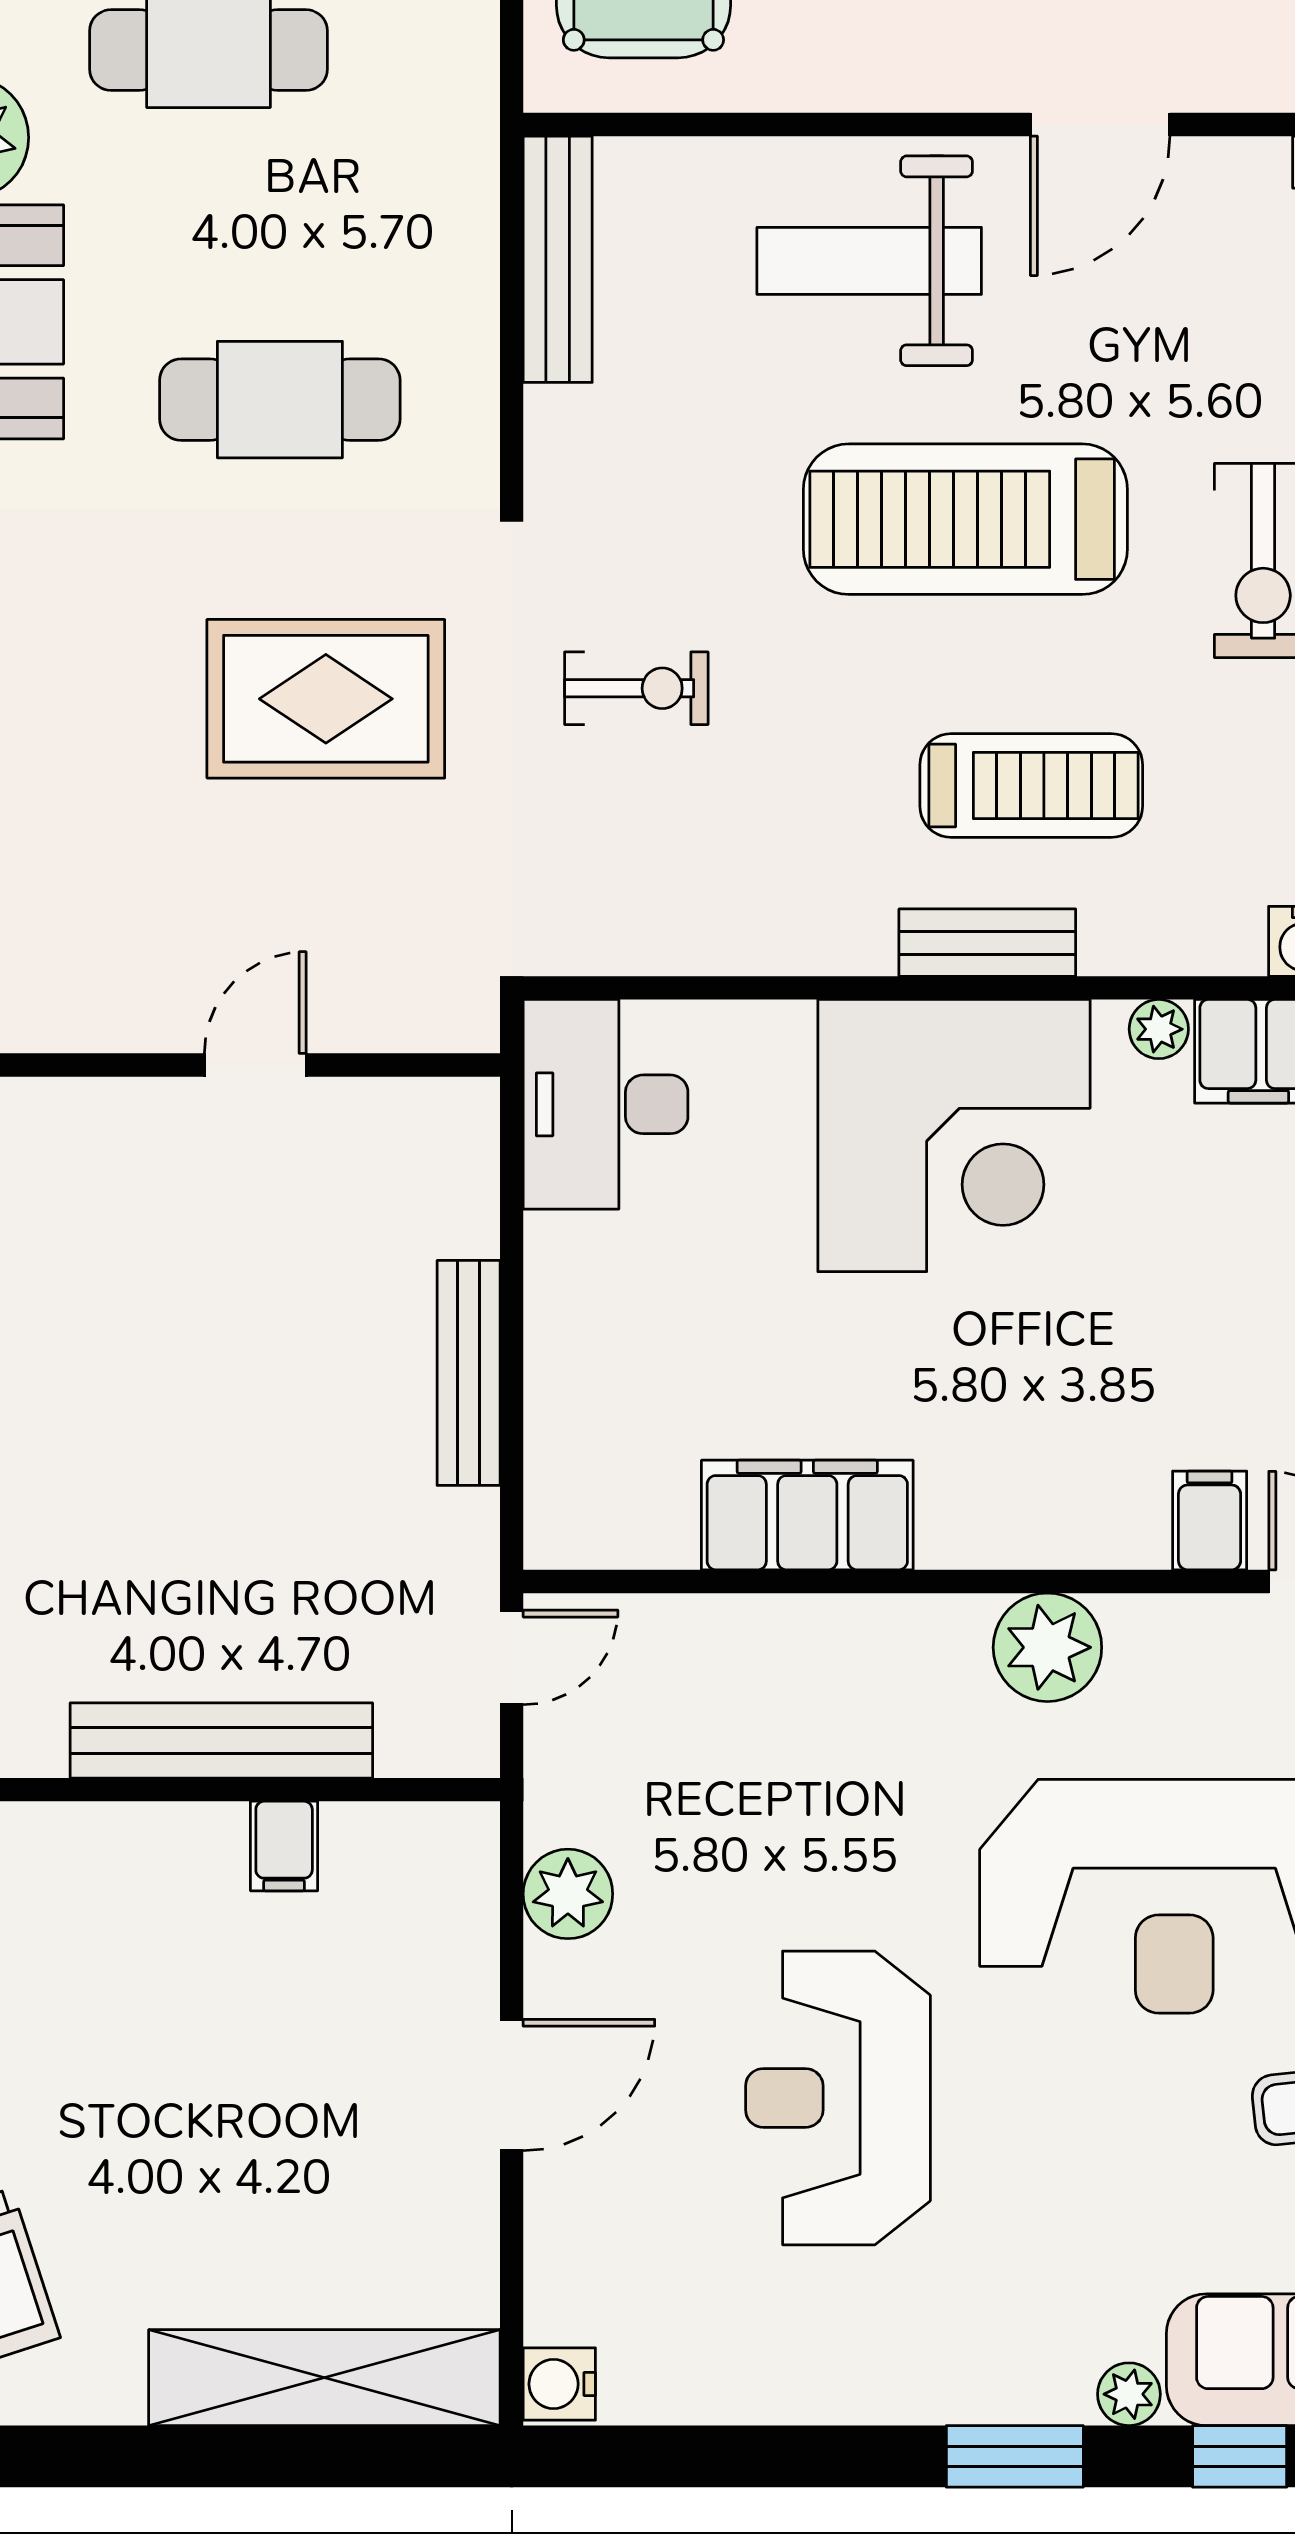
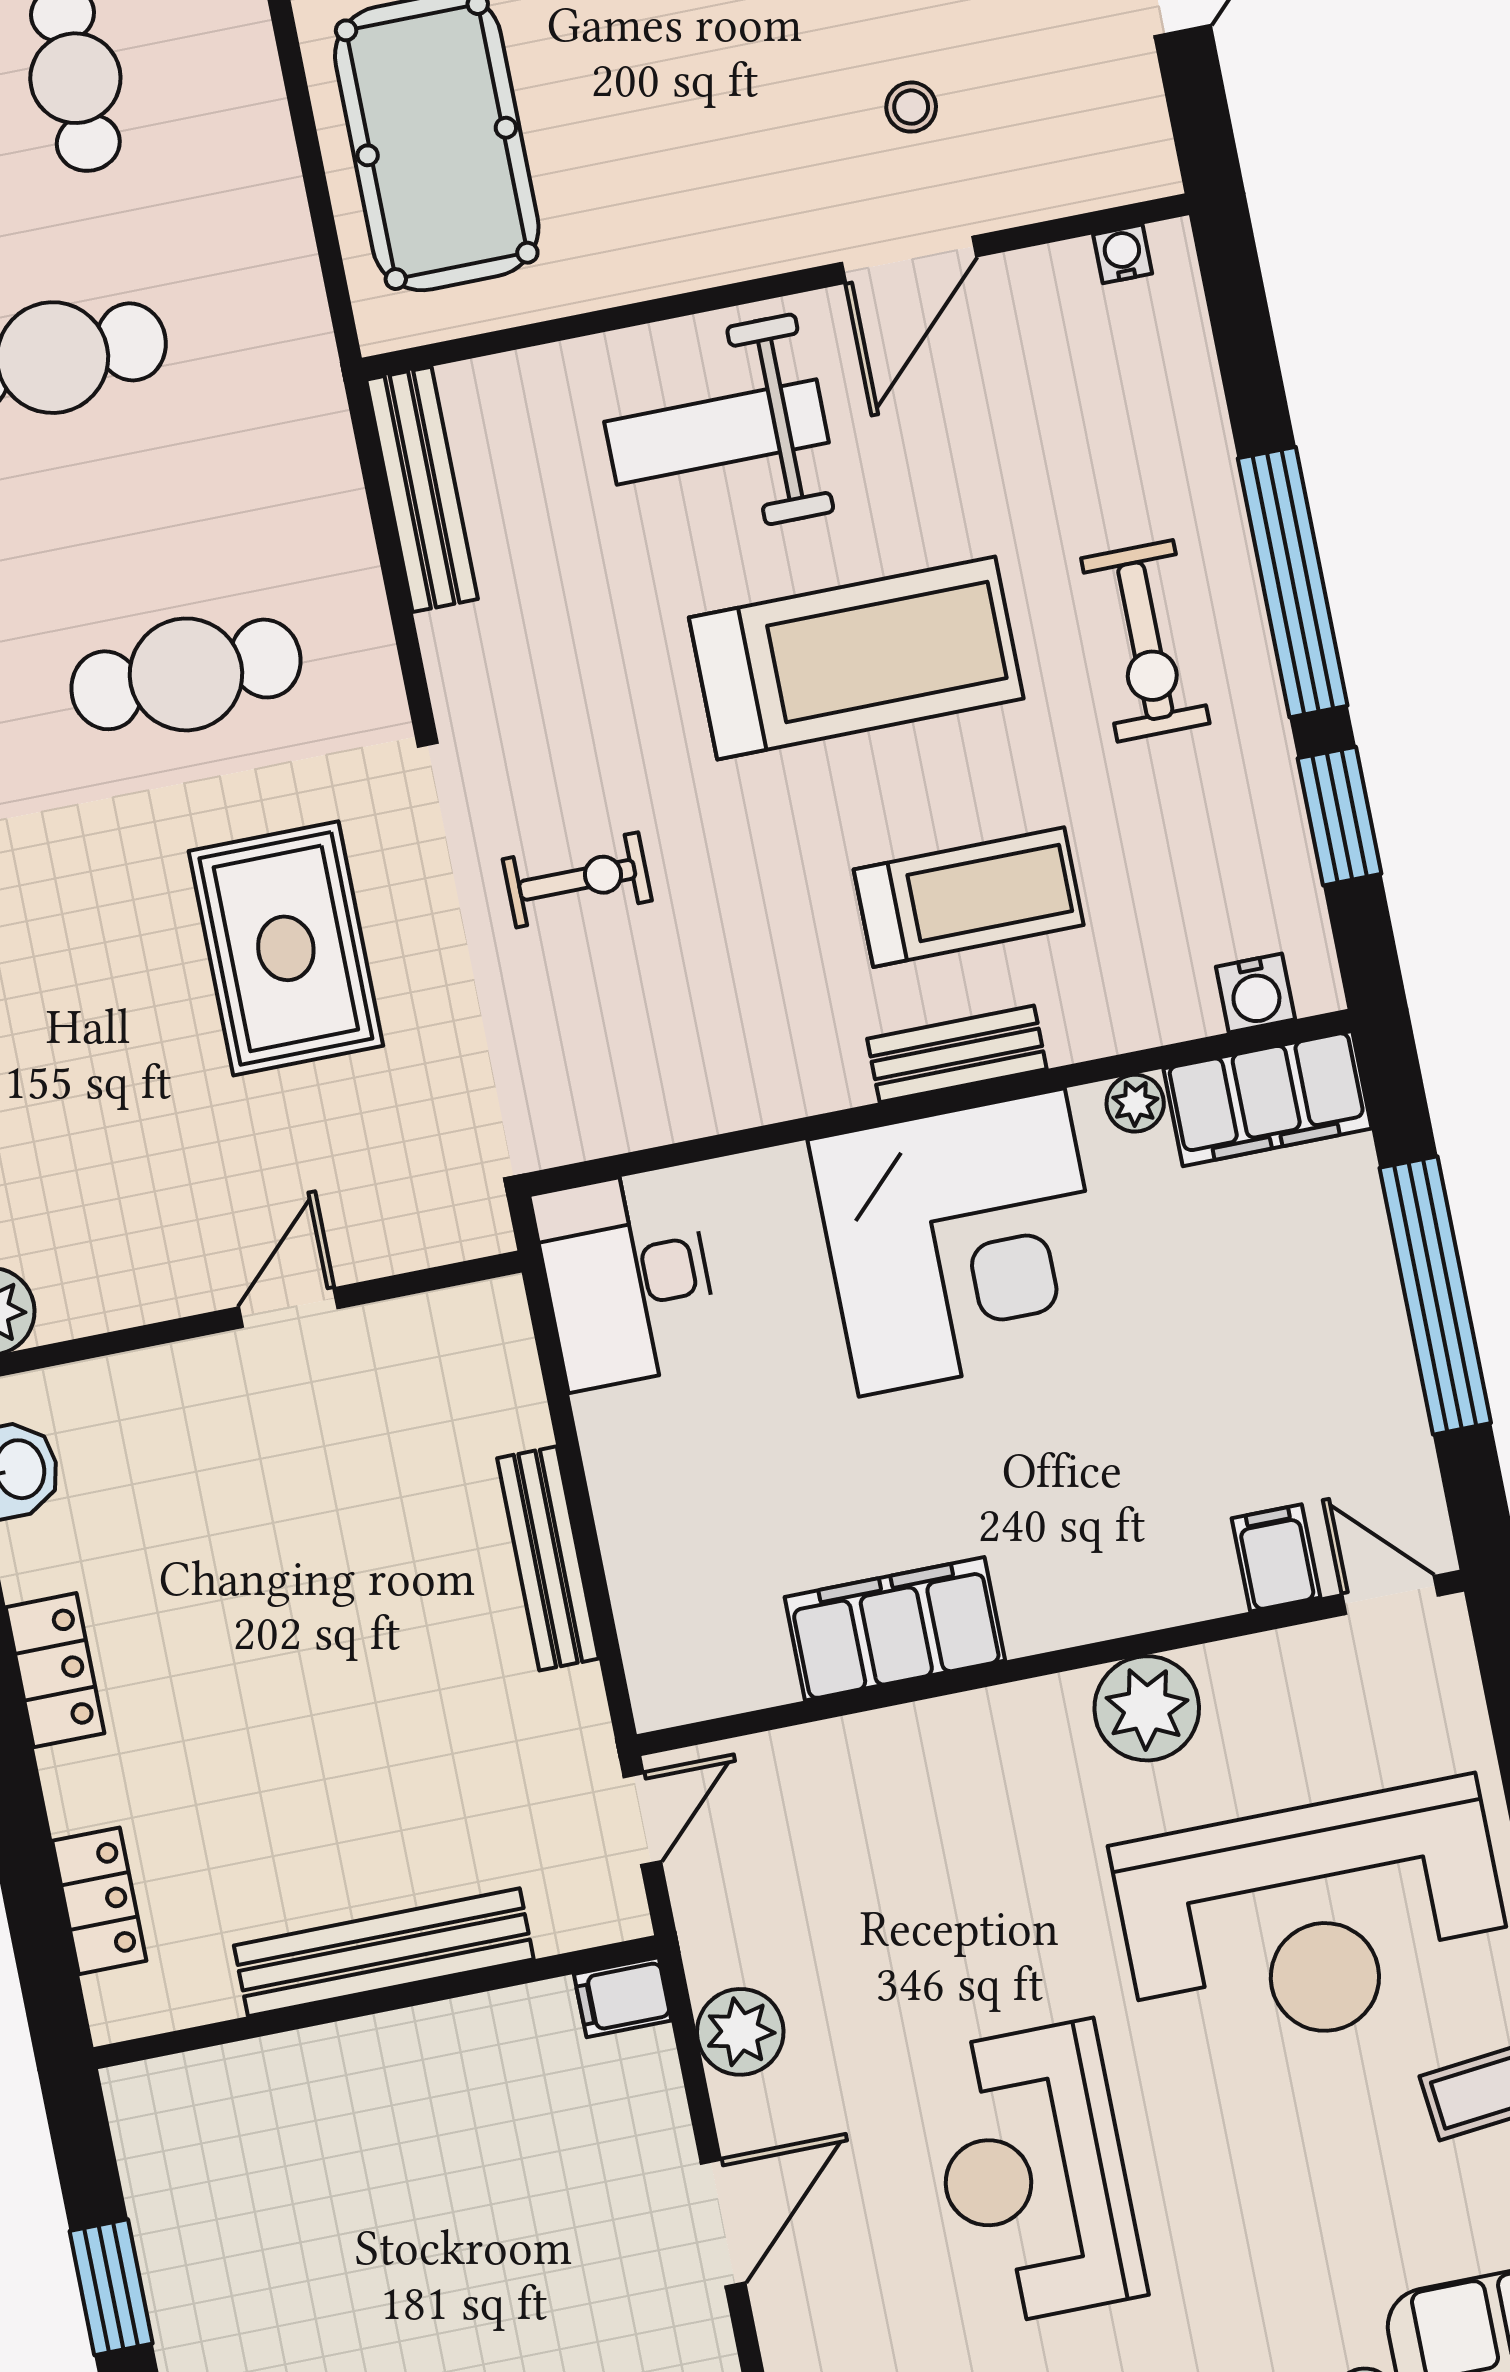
treadmill: (965, 519) -> (856, 658), turned 180
rug: (326, 699) -> (286, 948), turned 90
filing cabinet: (284, 1846) -> (623, 1997), moved, turned 90

